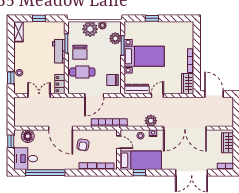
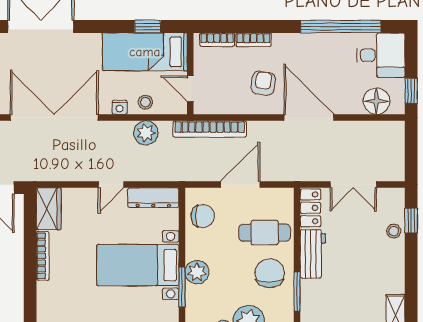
plant: (115, 38) -> (197, 272), moved
workbench: (59, 51) -> (313, 254), moved
plant: (151, 121) -> (146, 133), moved

